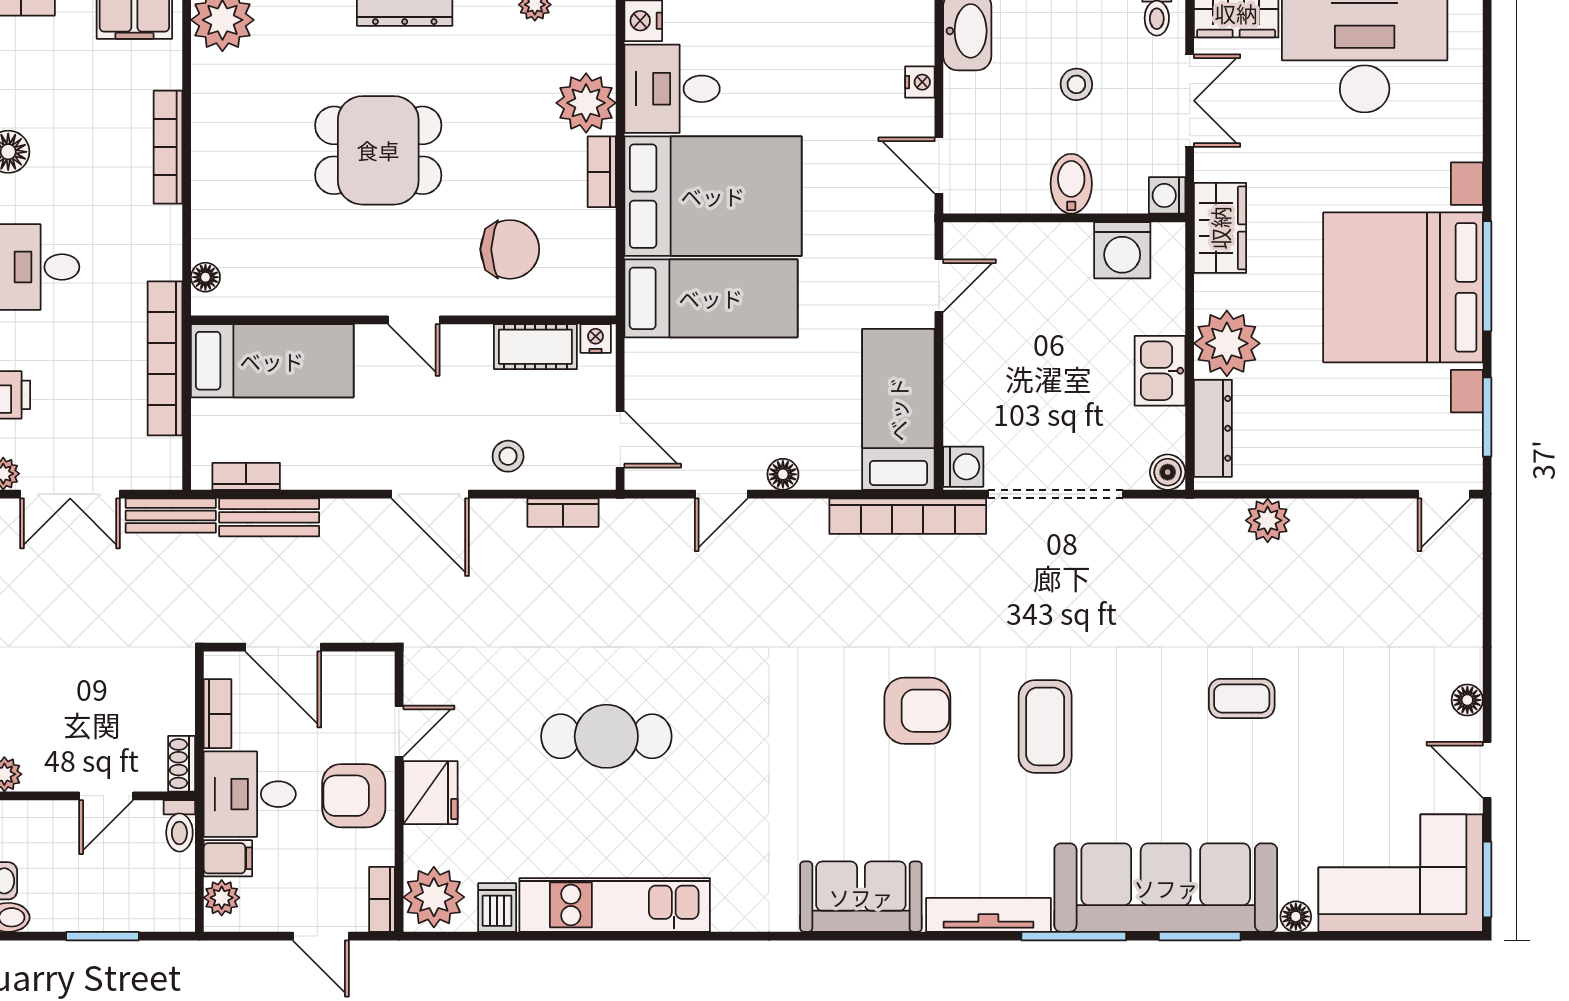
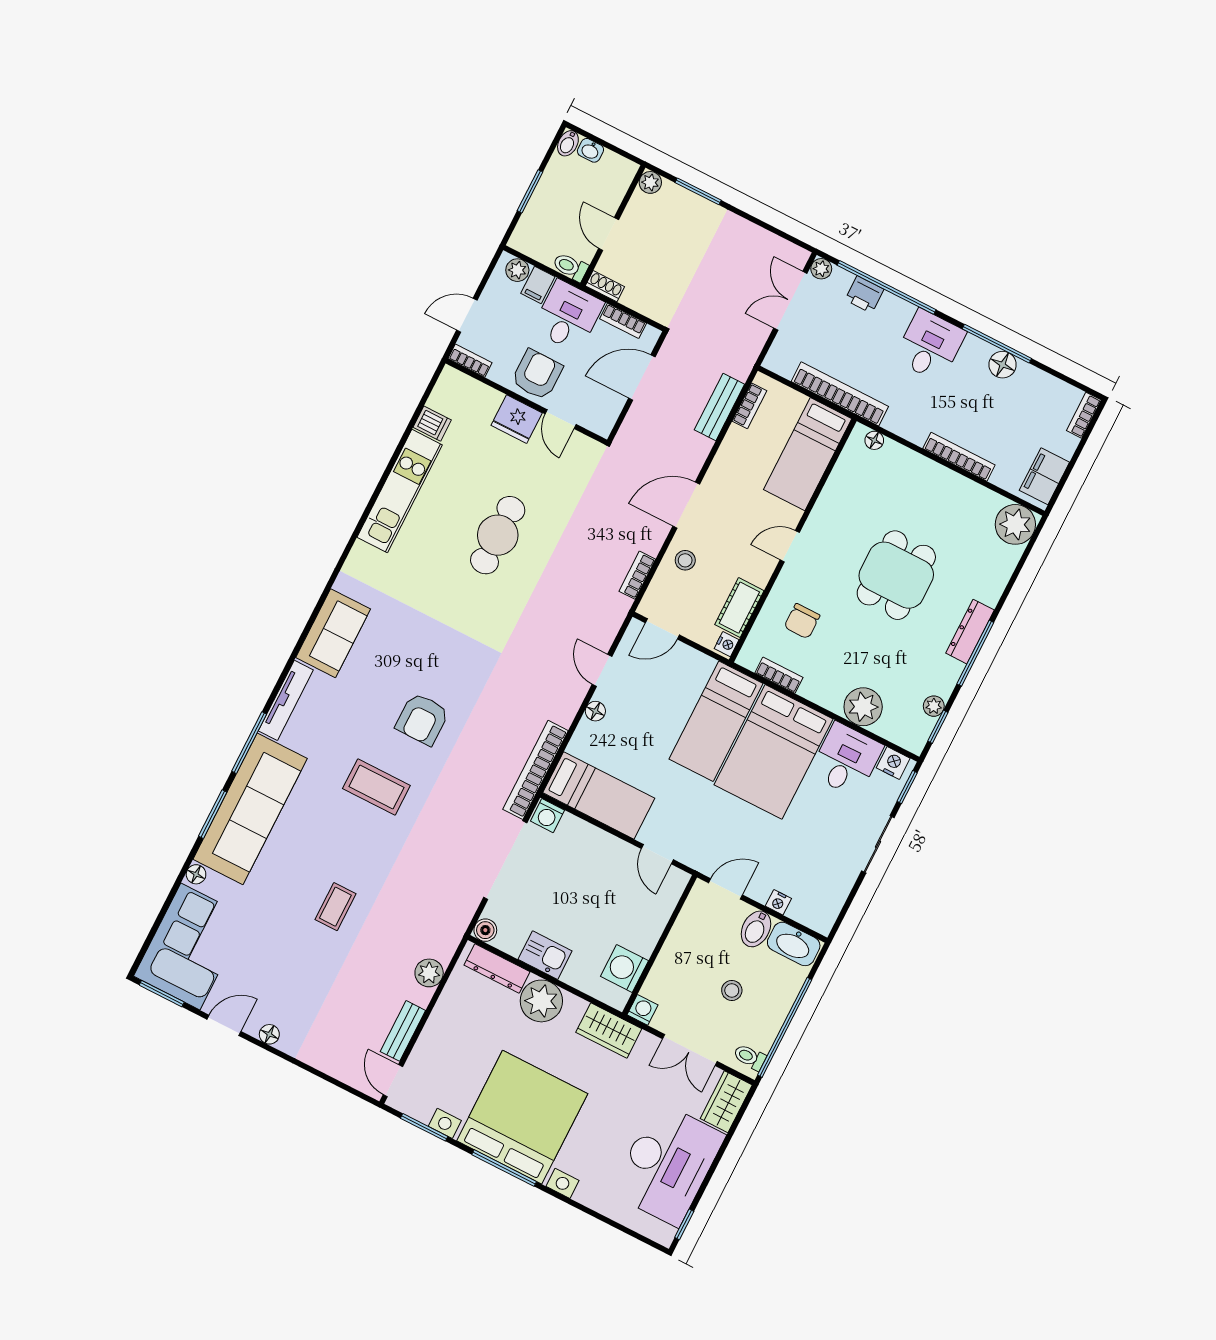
bookcase: (602, 172) -> (779, 675), moved
bidet: (1071, 184) -> (756, 929), moved, turned 90
chair: (510, 249) -> (802, 621), width x0.73, depth x0.73
bench: (171, 516) -> (403, 1031), moved
plant: (434, 897) -> (456, 391), removed

